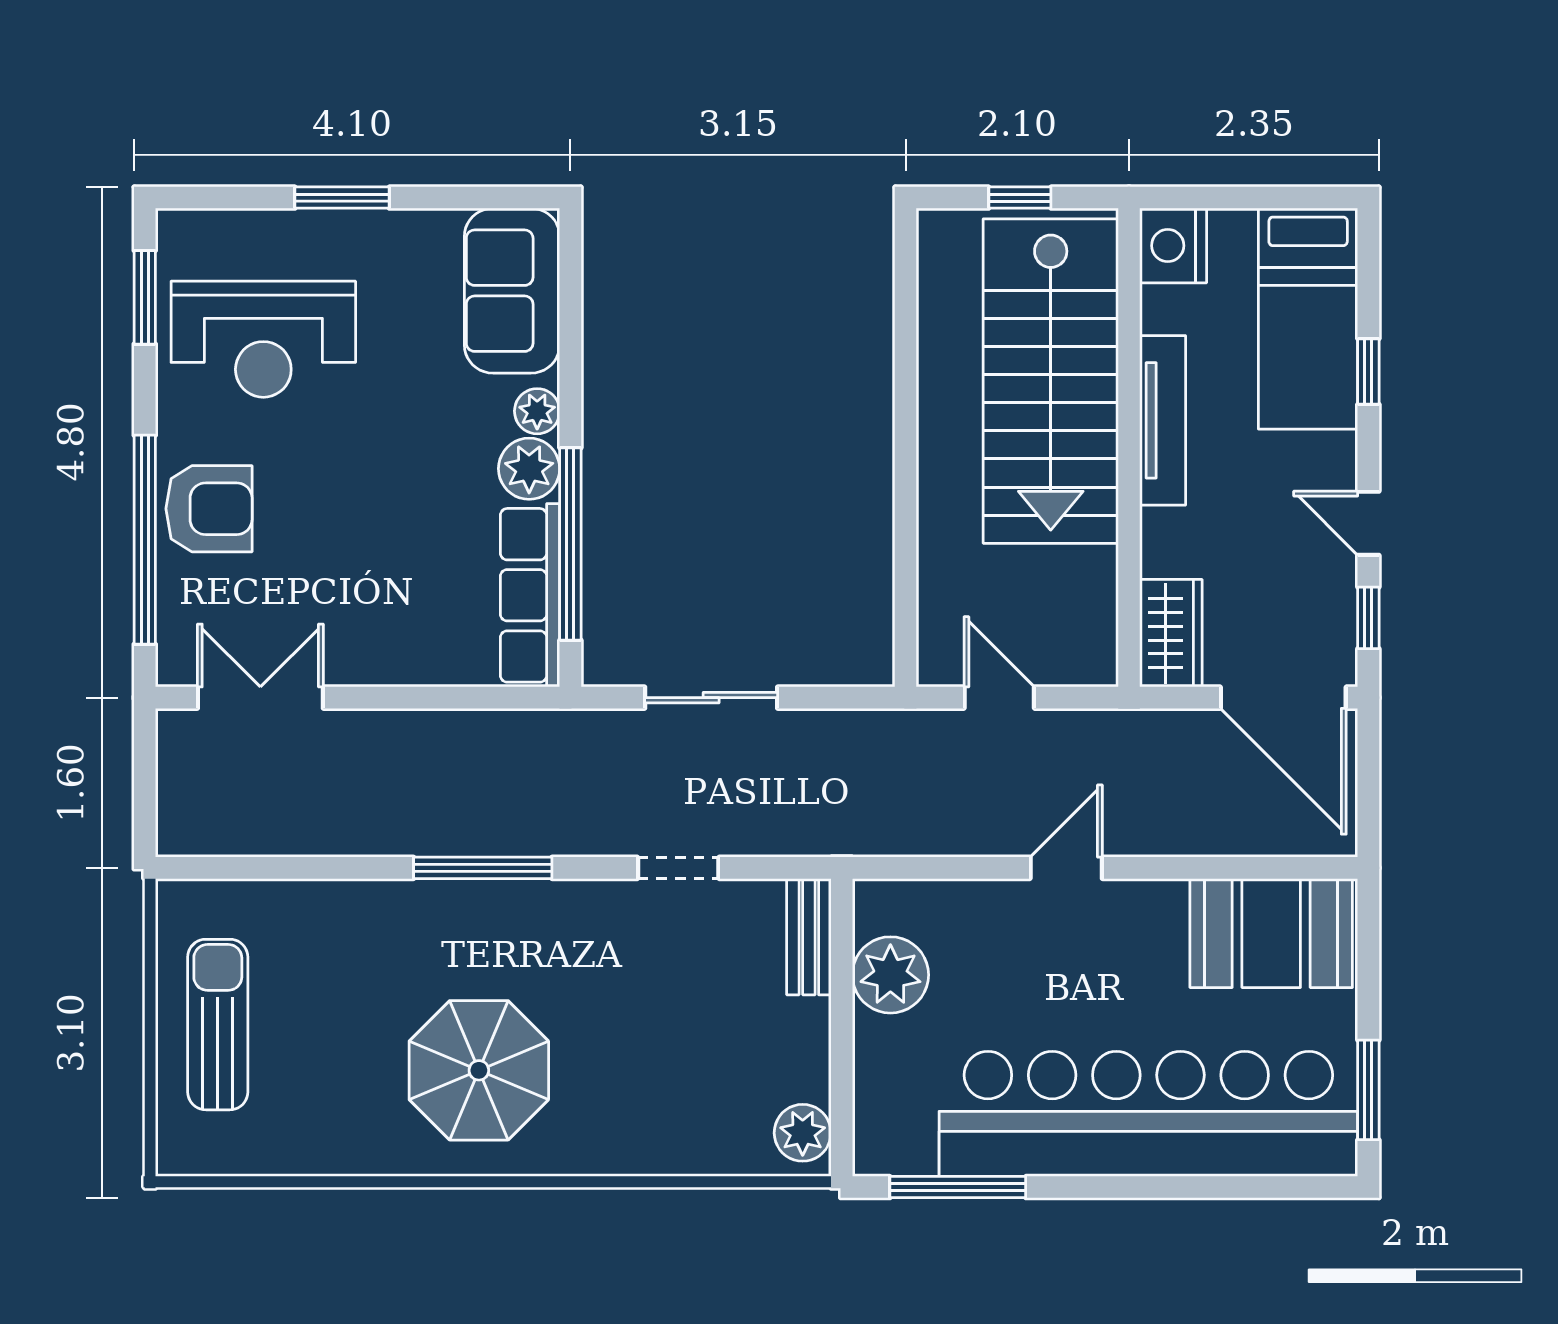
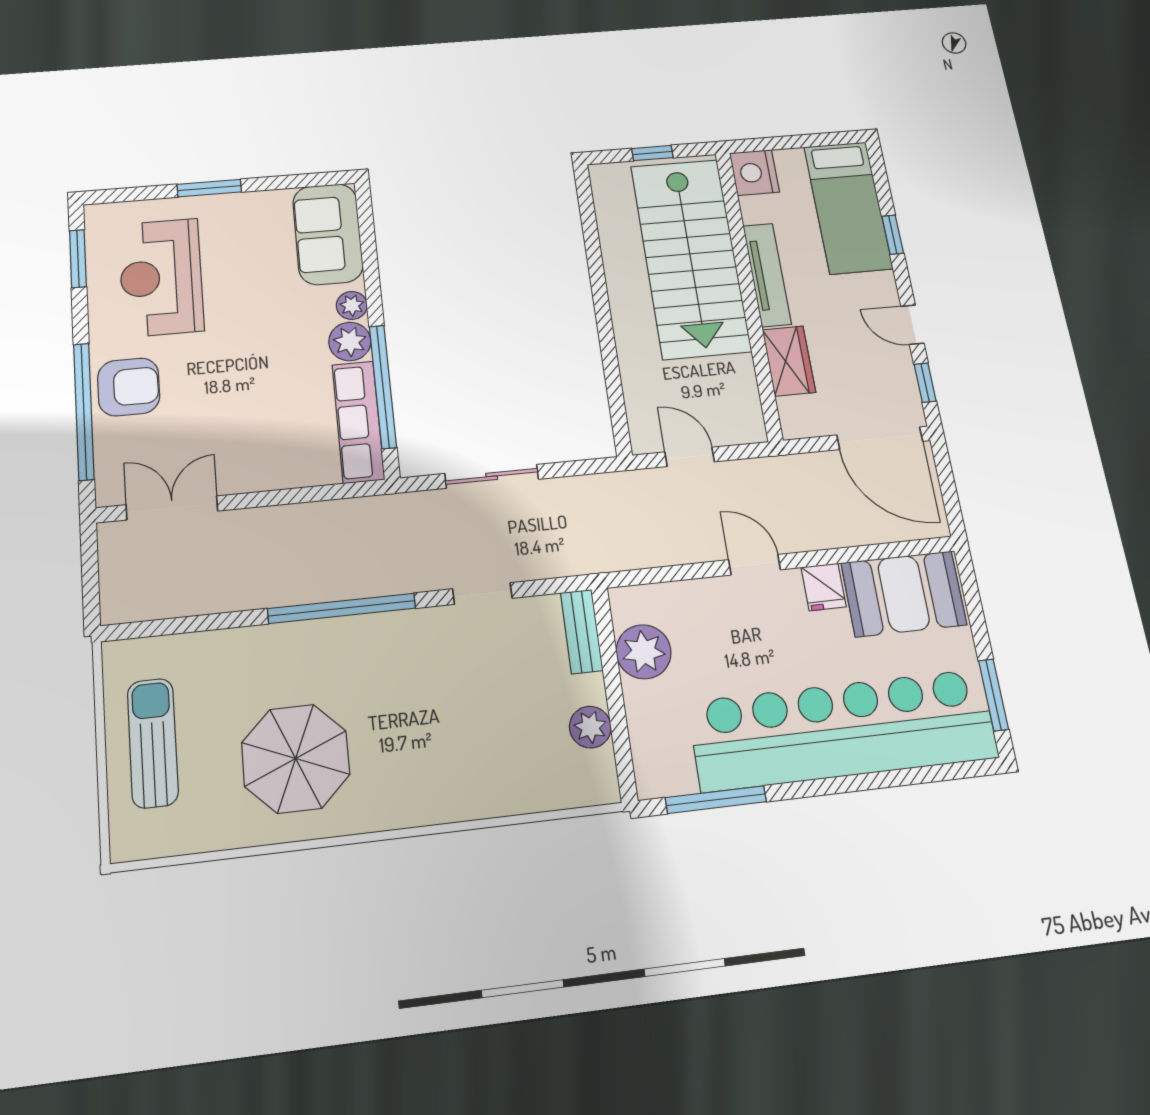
reception desk: (263, 339) -> (161, 277), turned 90
wardrobe: (1171, 633) -> (789, 361), moved
window: (483, 868) -> (342, 608), width x1.46
door: (1066, 868) -> (755, 565), hinge flipped
fridge: (1159, 911) -> (824, 587), added
parasol: (479, 1070) -> (296, 758), moved
plant: (803, 1133) -> (590, 727), moved

